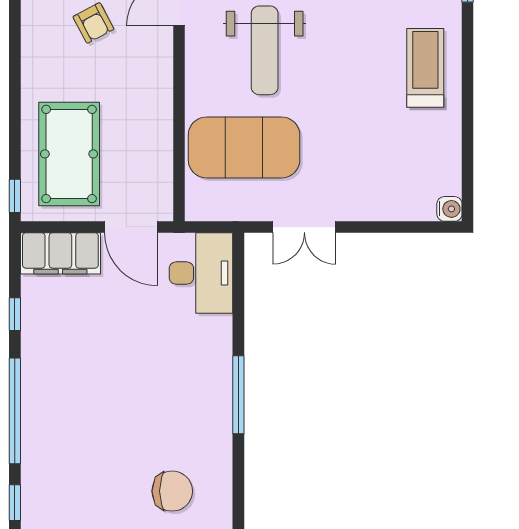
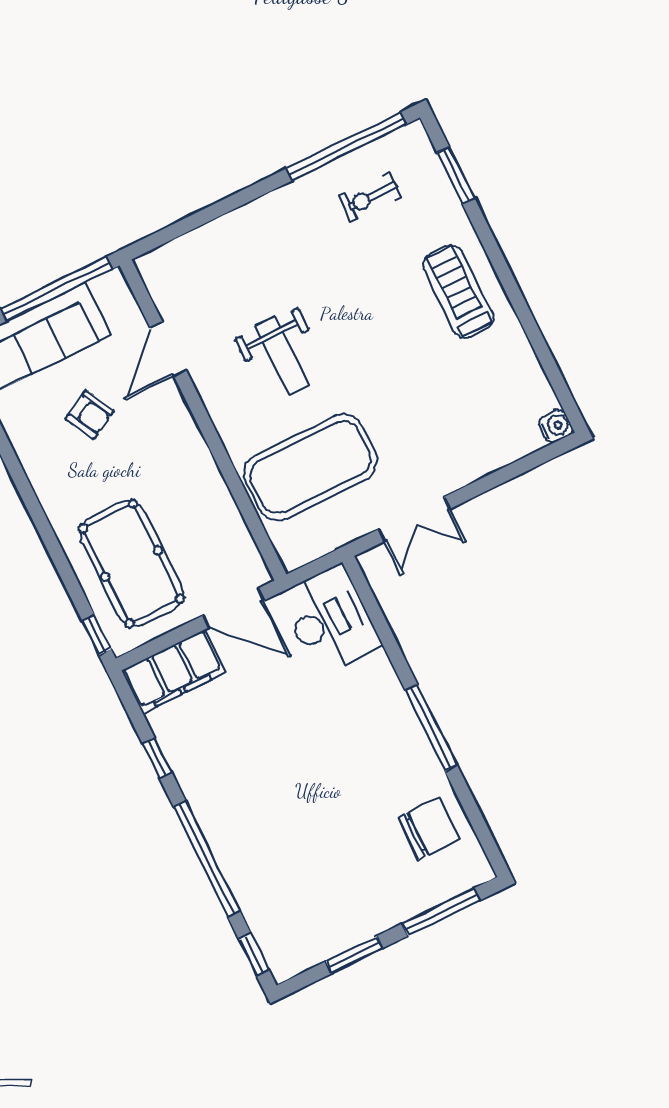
weight bench: (265, 50) -> (282, 355), width x0.73, depth x0.75
chair: (172, 491) -> (429, 828), moved

